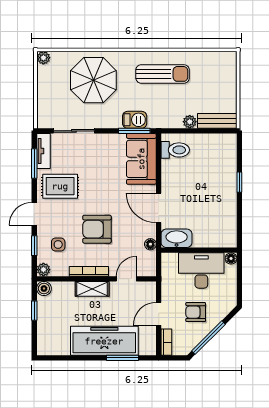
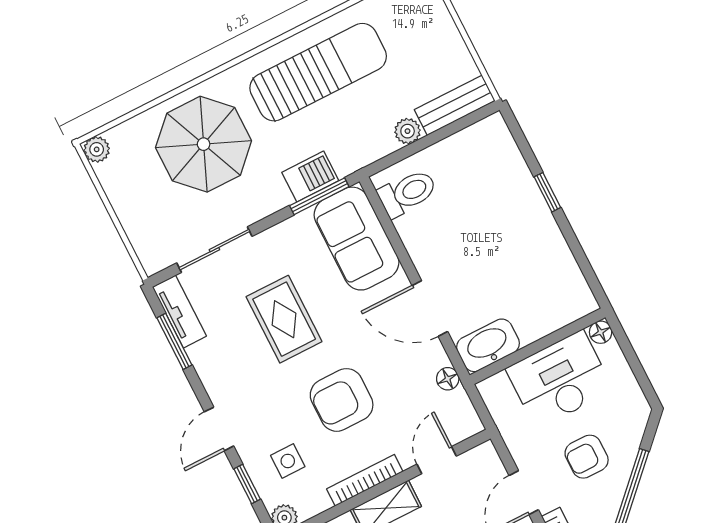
sun lounger: (163, 74) -> (318, 72), width x1.36, depth x1.34
rug: (60, 186) -> (284, 319), moved, turned 90

